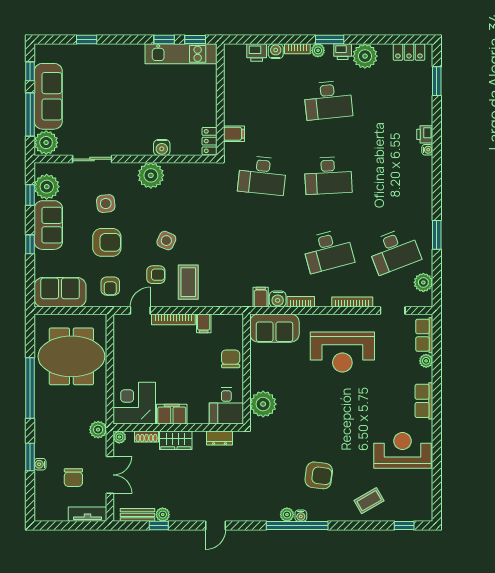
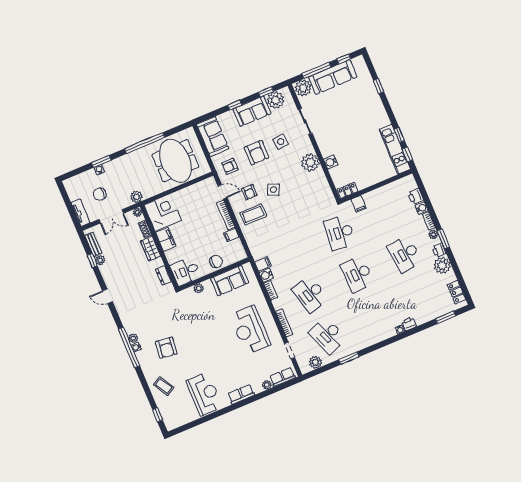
sofa: (275, 328) -> (230, 281), moved, turned -90
plant: (263, 404) -> (199, 288), width x0.53, depth x0.53

